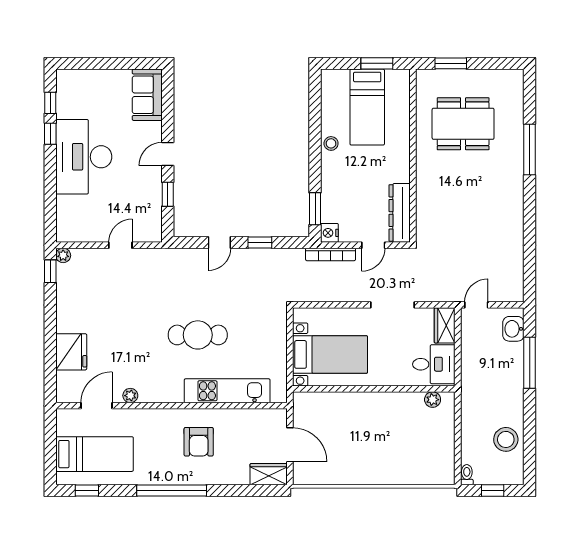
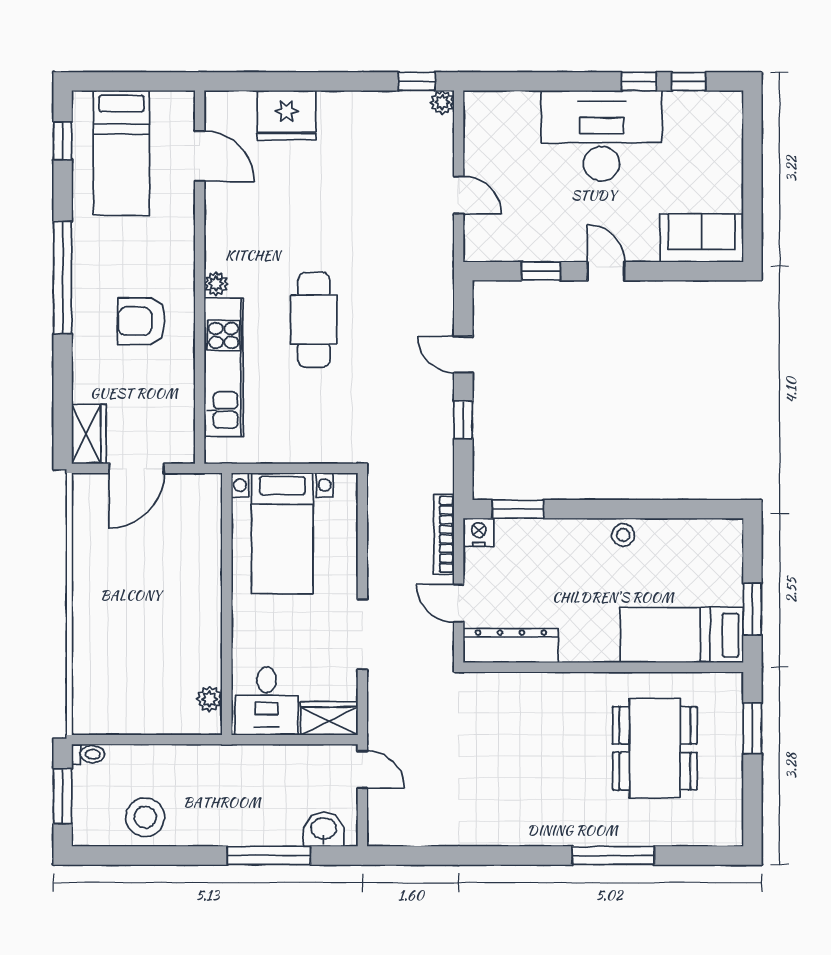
bed: (367, 107) -> (682, 635), moved
plant: (130, 396) -> (216, 284), moved
window: (493, 491) -> (63, 796), width x1.50

